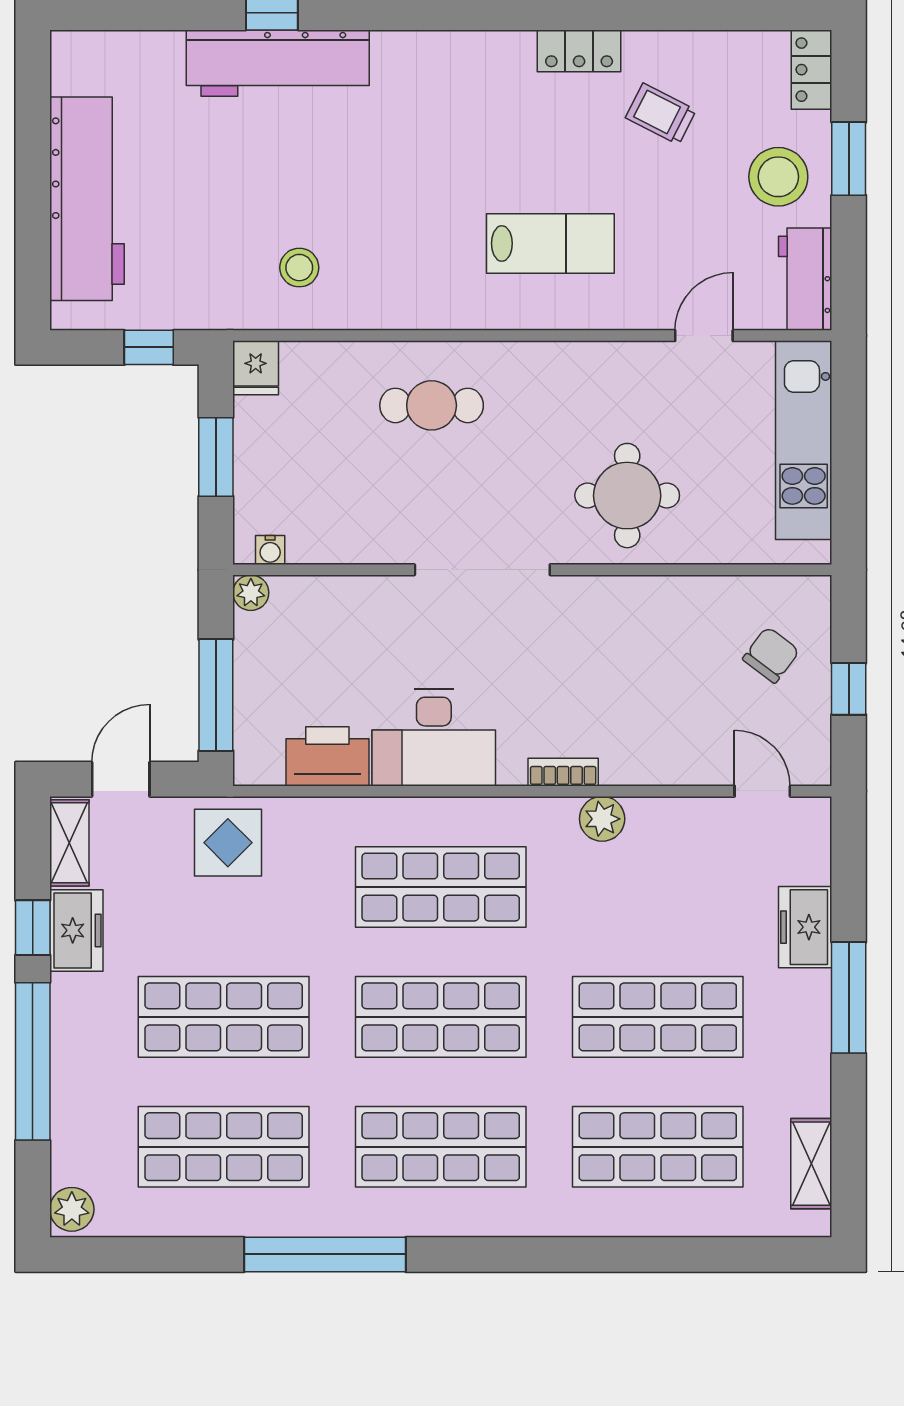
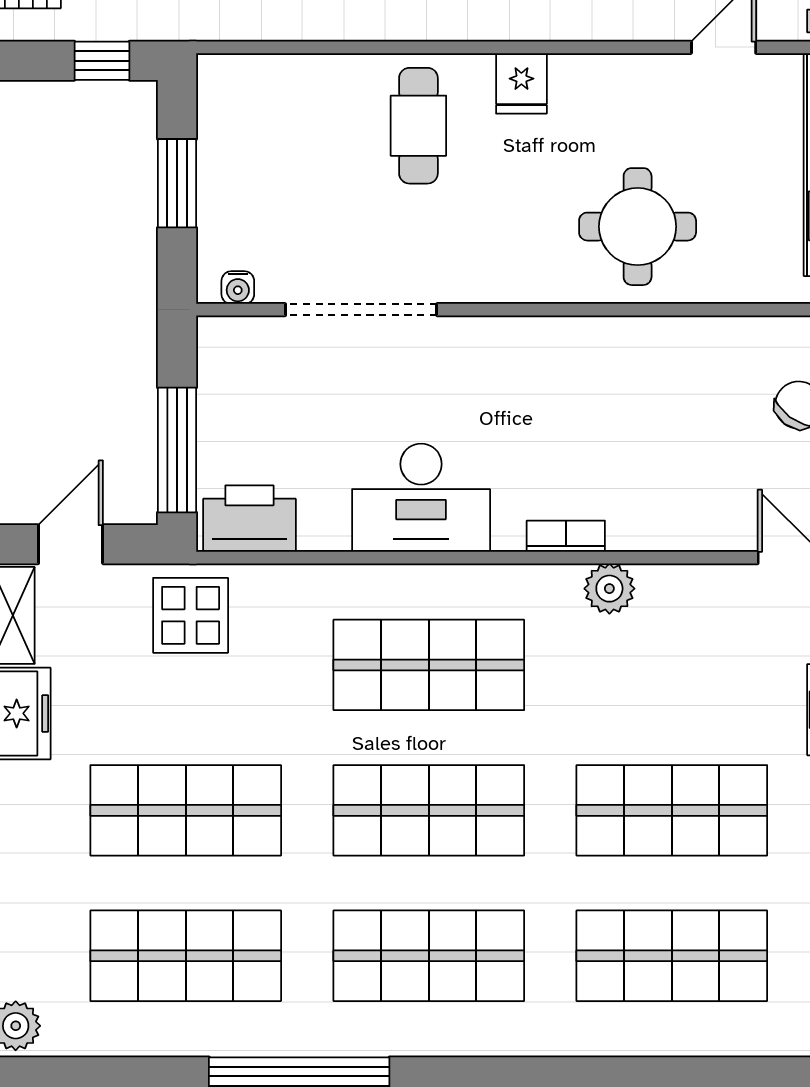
fridge: (256, 368) -> (521, 83), moved
cafe table: (432, 405) -> (418, 126), turned 90
doorway: (482, 570) -> (361, 310), moved
plant: (251, 593) -> (216, 335), removed
printer: (327, 756) -> (249, 519), moved

